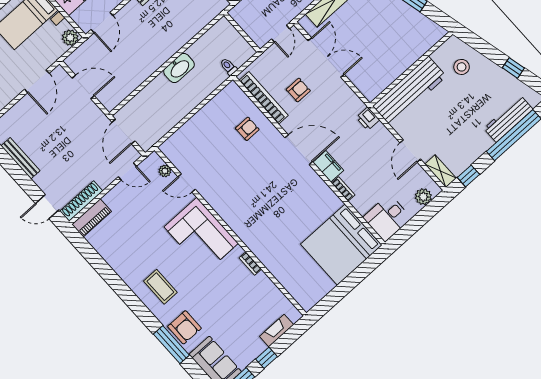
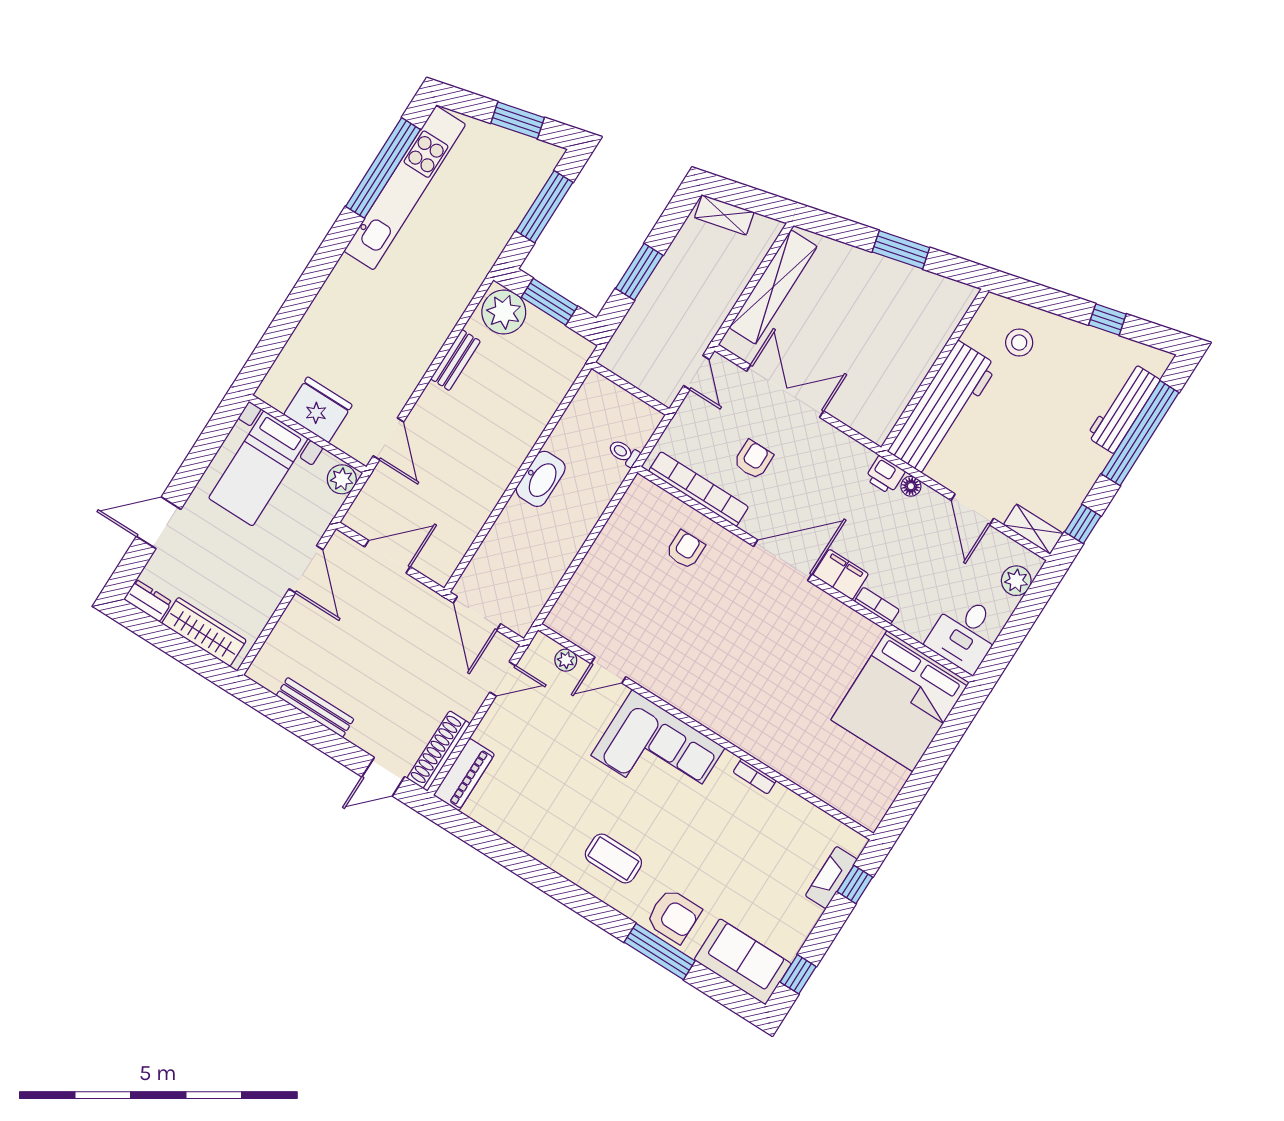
floor lamp: (380, 129) -> (911, 486), added
window: (266, 358) -> (855, 884), moved

